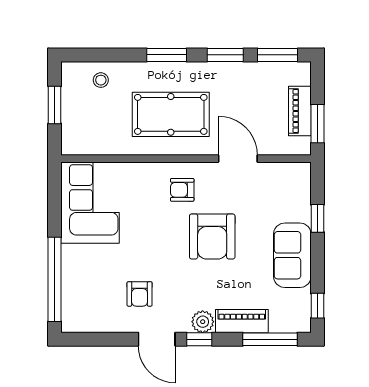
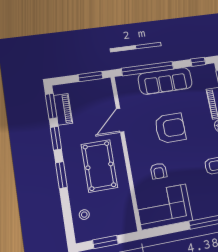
piano: (300, 111) -> (63, 109), moved, turned -90
armchair: (182, 190) -> (159, 171), moved
window: (317, 218) -> (148, 69), width x3.17
sofa: (292, 255) -> (165, 81), width x1.36

